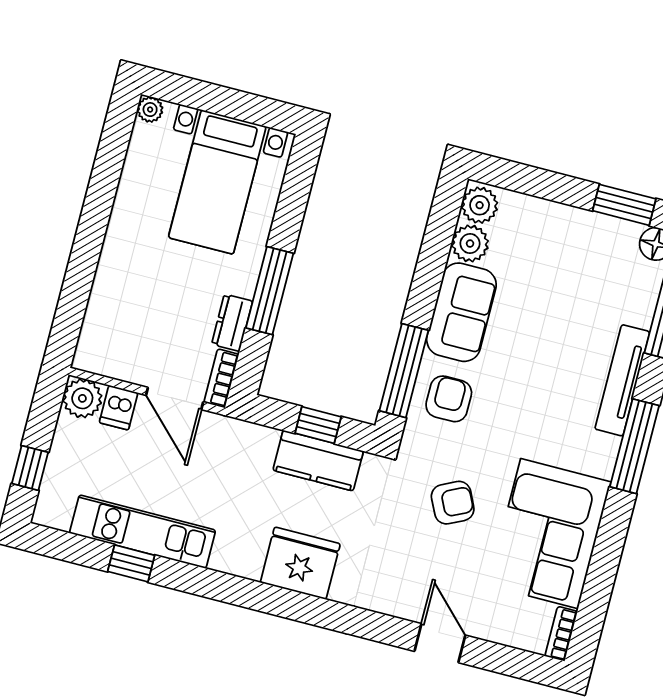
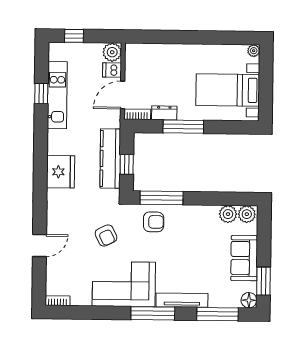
sofa: (461, 312) -> (244, 258), moved, turned 90
kitchen counter: (318, 461) -> (110, 159), width x1.50
corner sofa: (549, 534) -> (124, 284), moved

